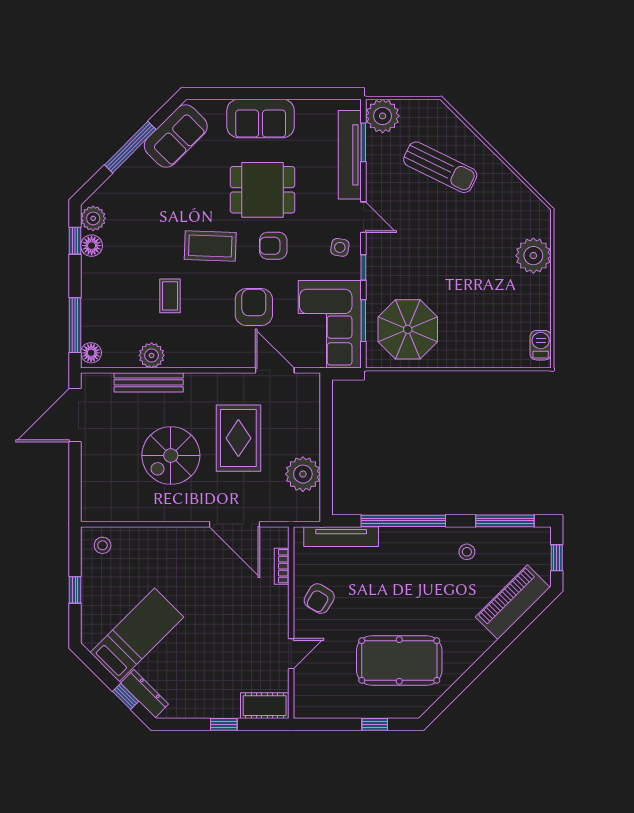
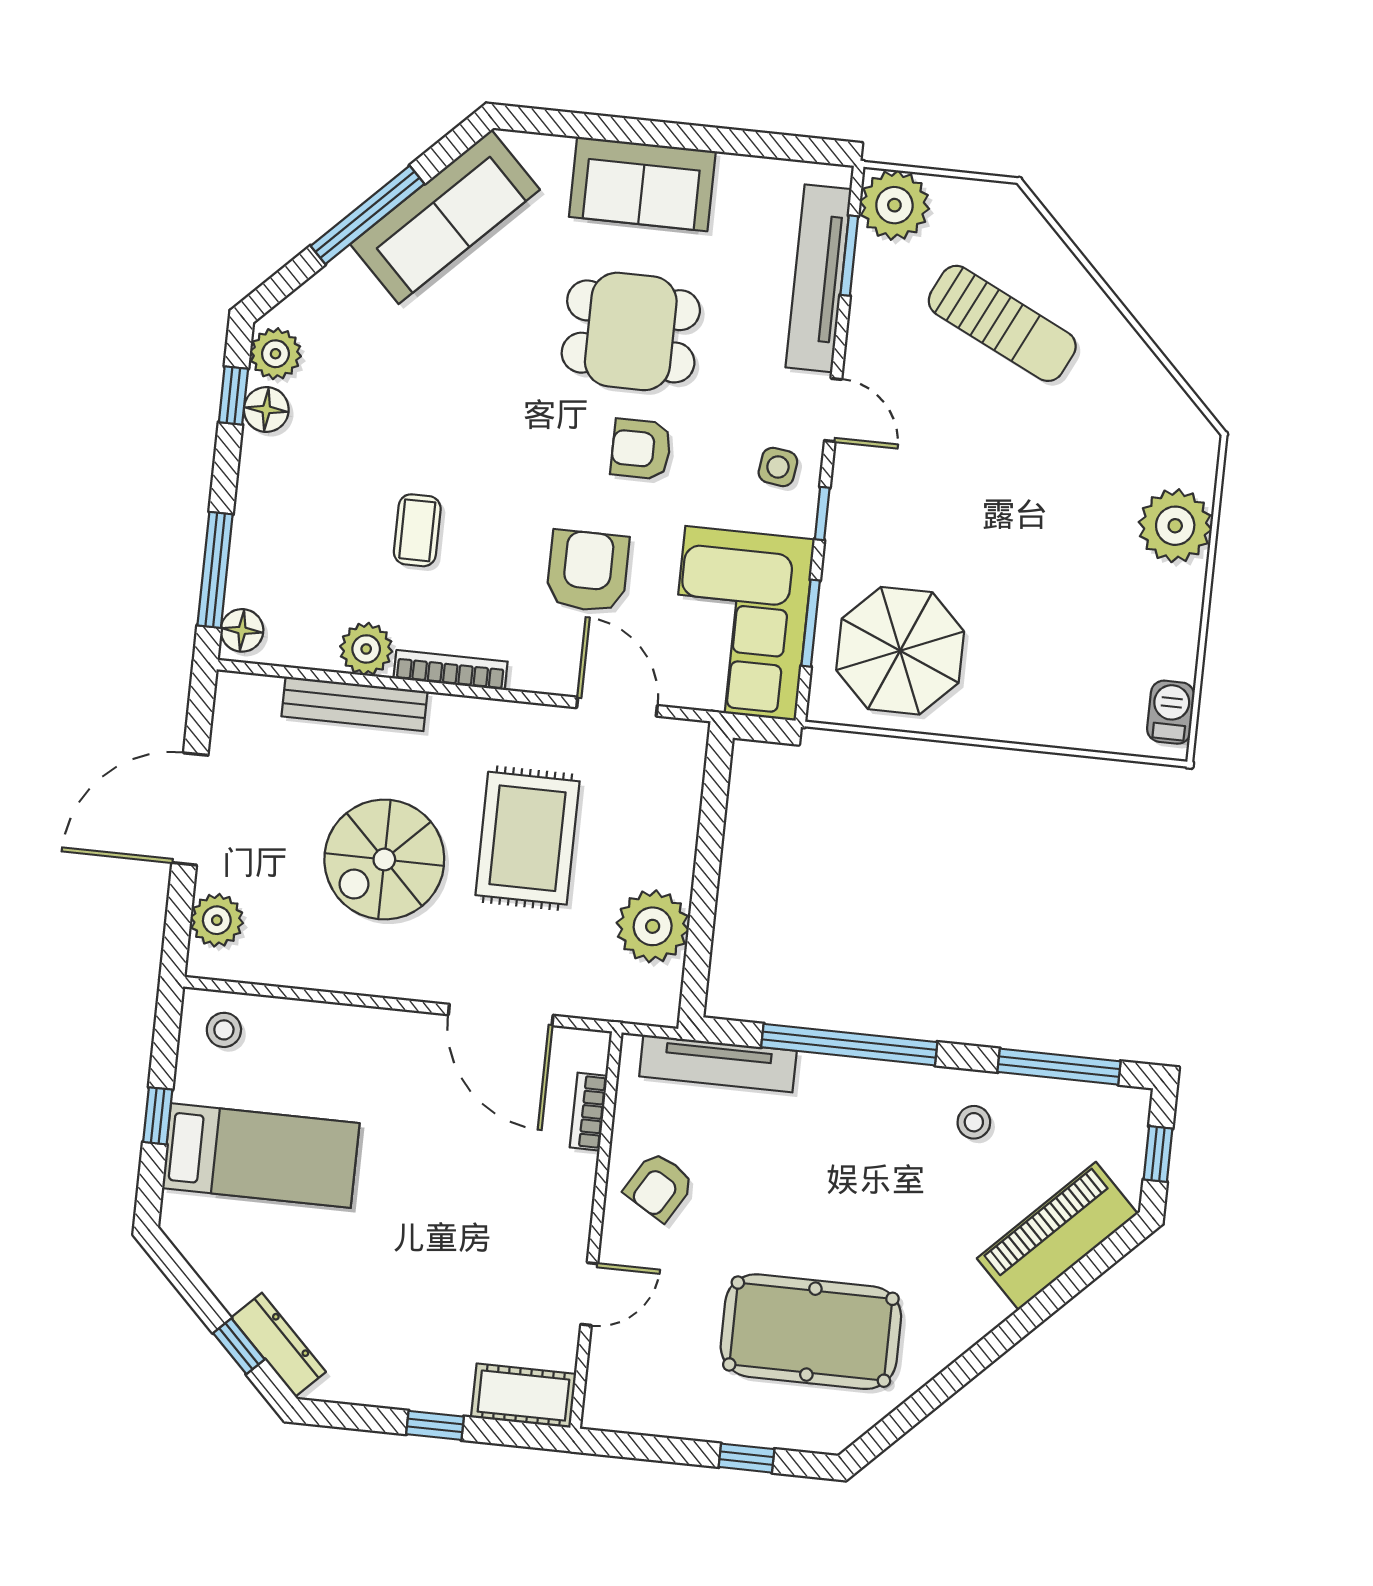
sofa: (176, 136) -> (445, 217), width x1.36
coffee table: (210, 246) -> (511, 436), removed
bookcase: (193, 361) -> (451, 670), added
door: (75, 415) -> (190, 809), moved
plant: (94, 493) -> (217, 920), added
bed: (137, 635) -> (261, 1156), moved, turned 45

